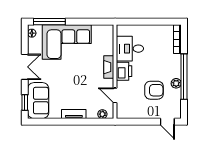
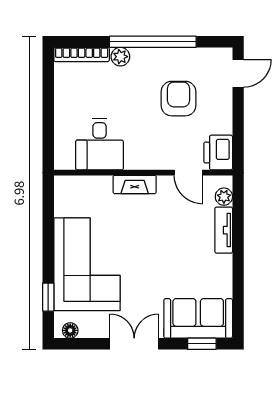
window: (49, 22) -> (48, 297), width x0.46
printer: (124, 71) -> (218, 153), moved, turned -90
plant: (176, 83) -> (120, 57), moved
door: (115, 95) -> (188, 173), hinge flipped
tv unit: (74, 114) -> (224, 230), moved

